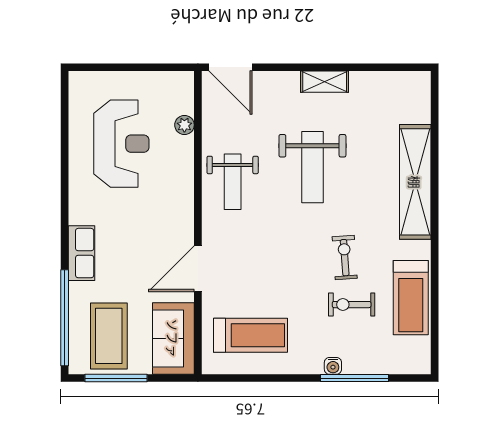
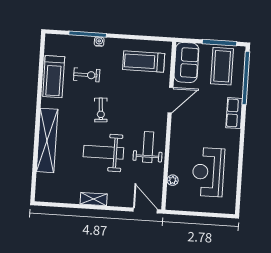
weight bench: (312, 167) -> (103, 152), turned -90
exercise bike: (345, 258) -> (101, 110), moved
treadmill: (411, 298) -> (54, 77), turned 180

